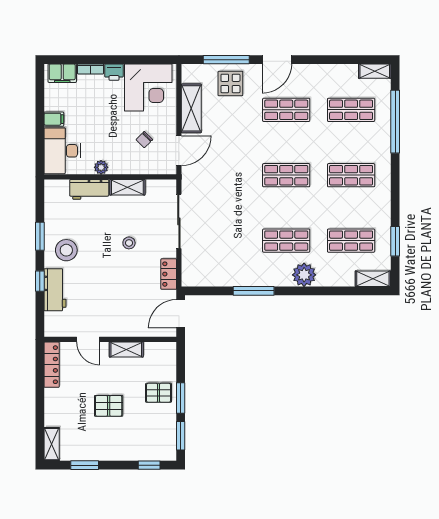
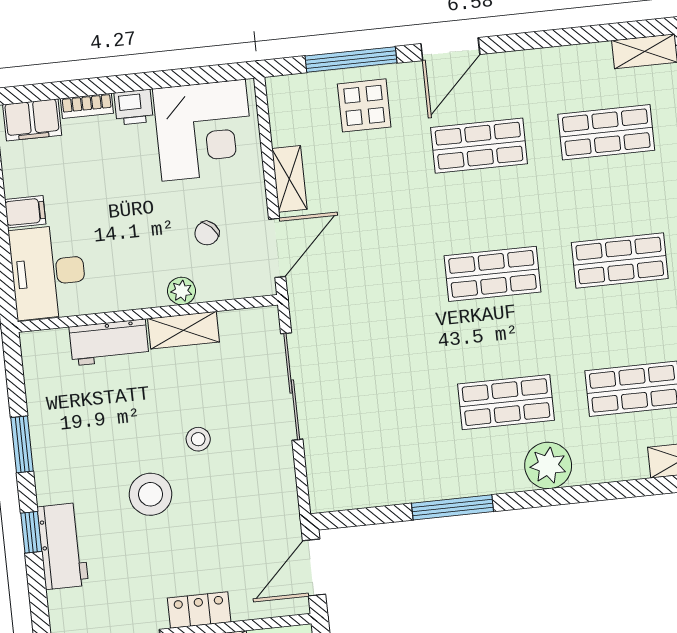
shelving: (191, 108) -> (289, 179), width x0.67, depth x0.75
plant: (101, 167) -> (181, 291), moved
stool: (66, 250) -> (150, 494), moved
locker: (169, 274) -> (199, 610), moved, turned 90

